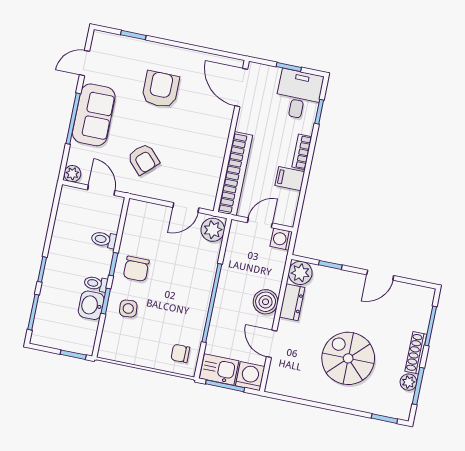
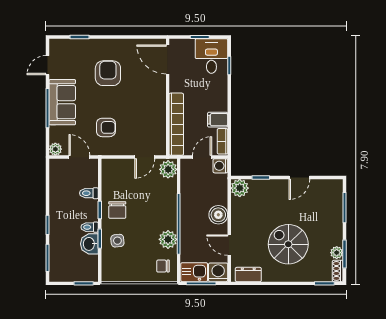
bookcase: (302, 152) -> (222, 141), moved
armchair: (143, 159) -> (106, 127), turned -47
dresser: (292, 302) -> (248, 275), moved, turned -90
plant: (194, 320) -> (168, 239), added
shoe rack: (416, 353) -> (338, 271), moved, width x0.70

